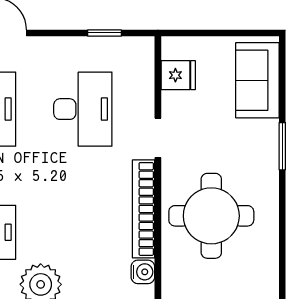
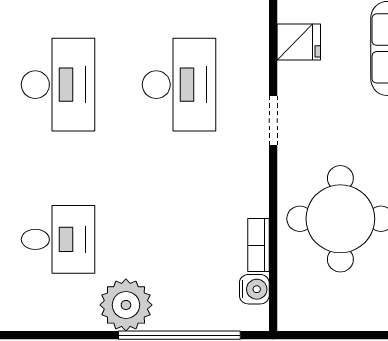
bookcase: (144, 209) -> (259, 245), width x0.43, depth x0.76

